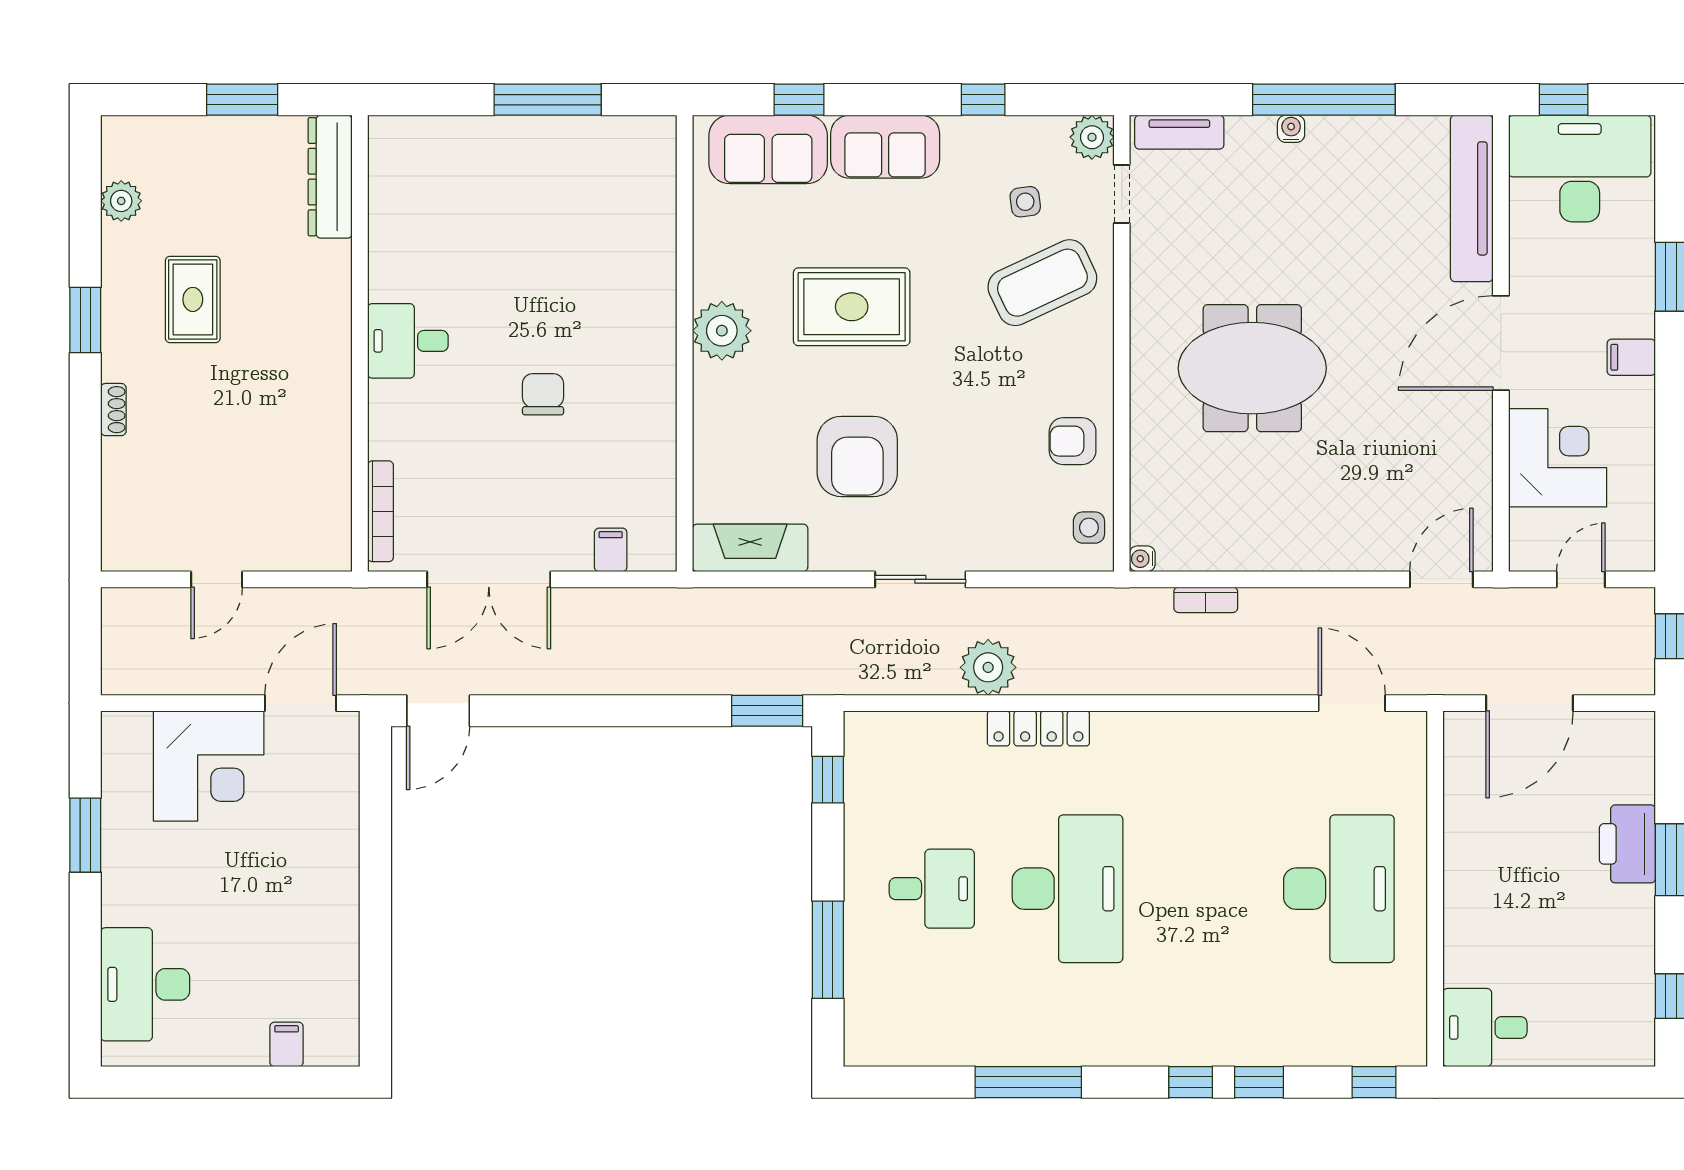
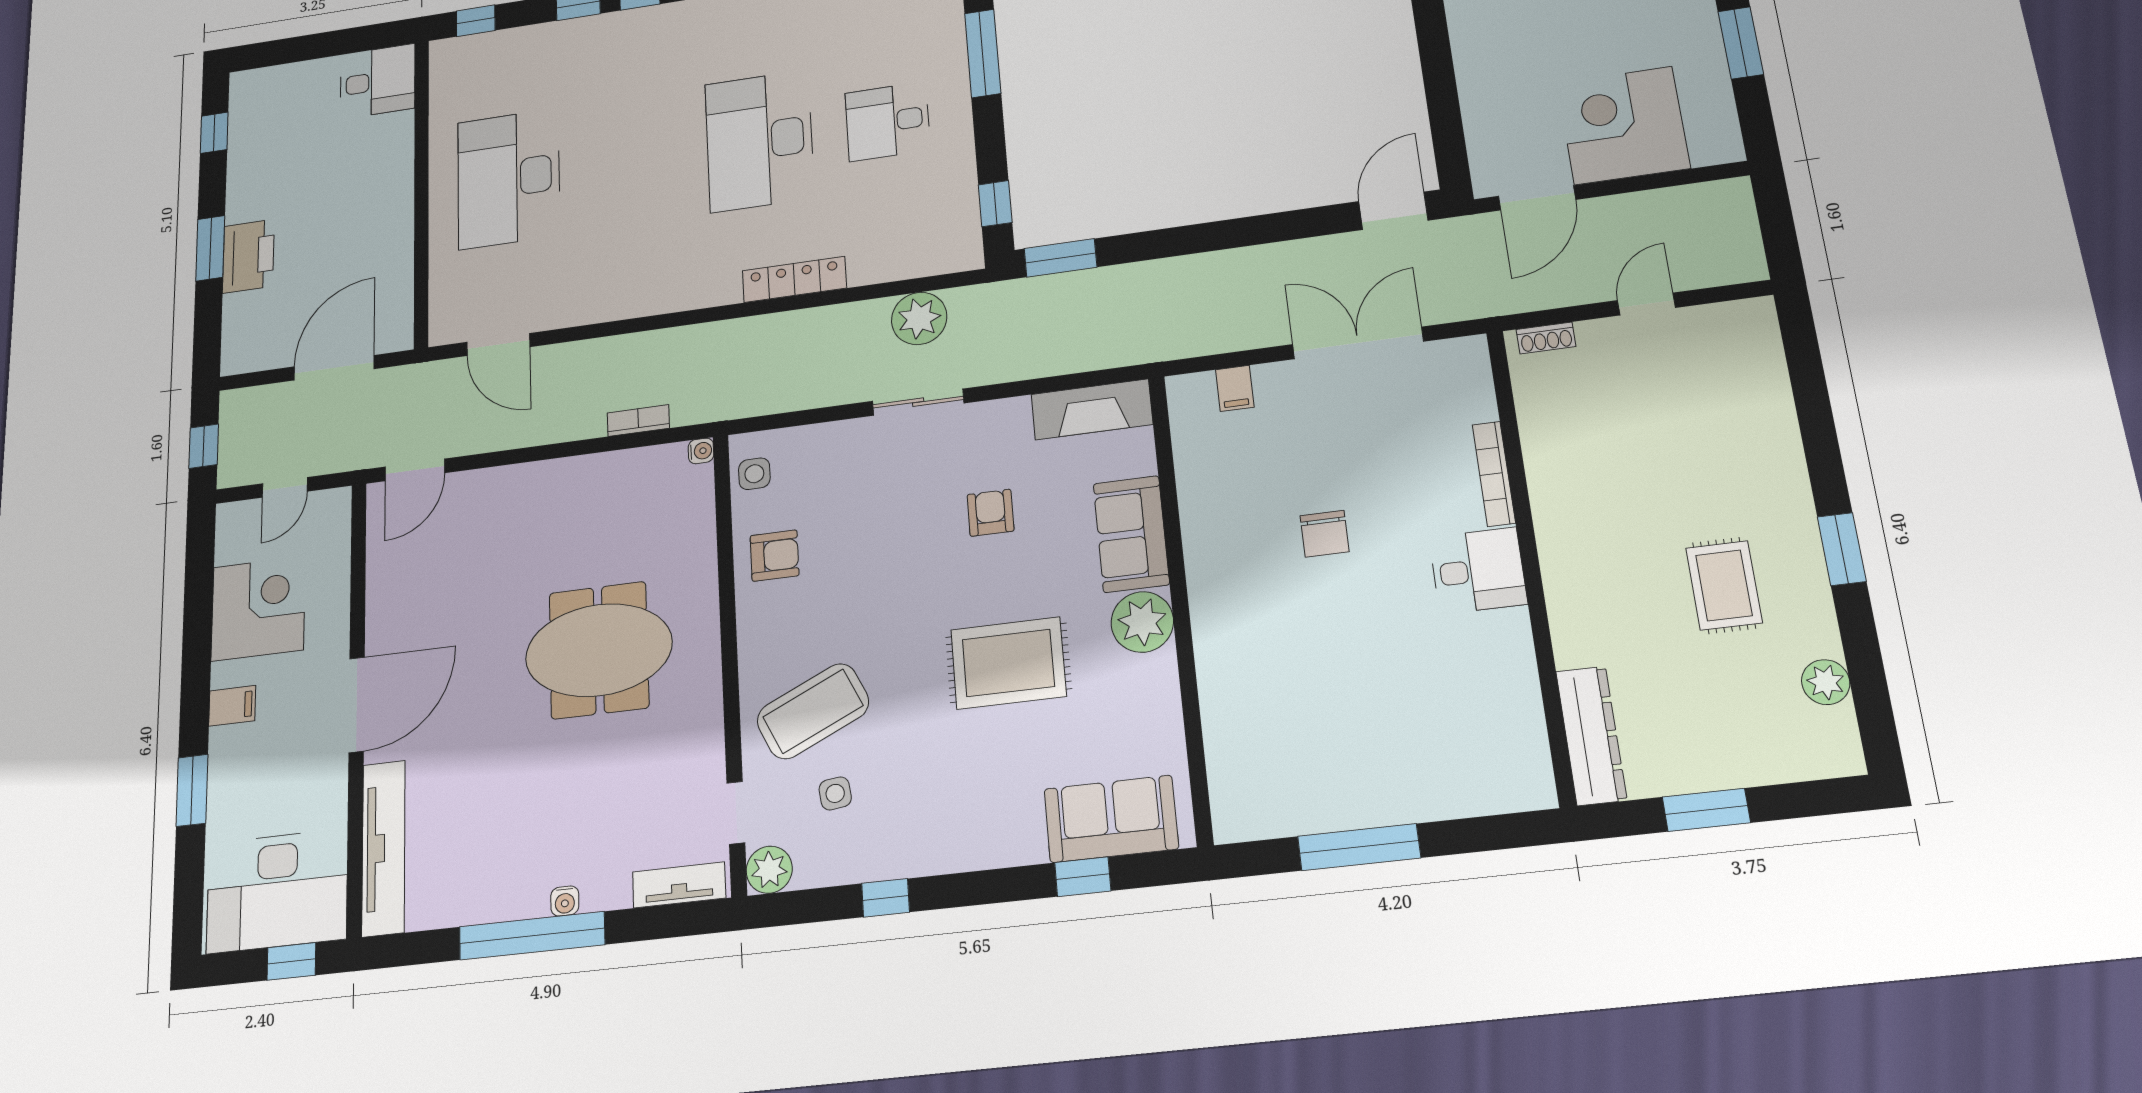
sofa: (885, 147) -> (1131, 534), moved, turned -90
shoe rack: (113, 410) -> (1546, 338), moved, turned -90
armchair: (857, 456) -> (991, 513), width x0.53, depth x0.53
corner desk: (1558, 458) -> (258, 608), moved, turned 180
bookcase: (380, 511) -> (1494, 474), moved
plant: (988, 667) -> (919, 318), moved

